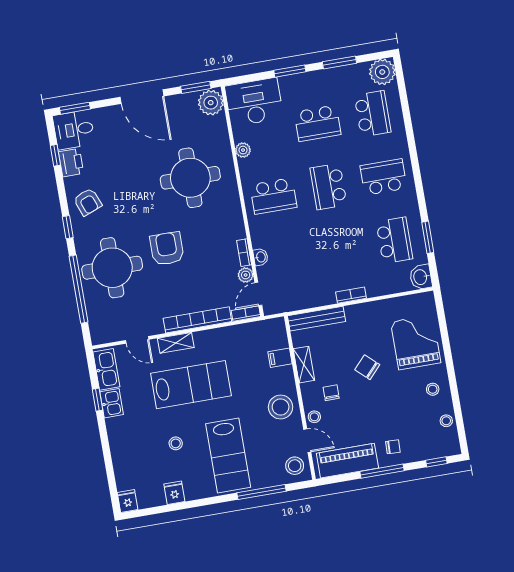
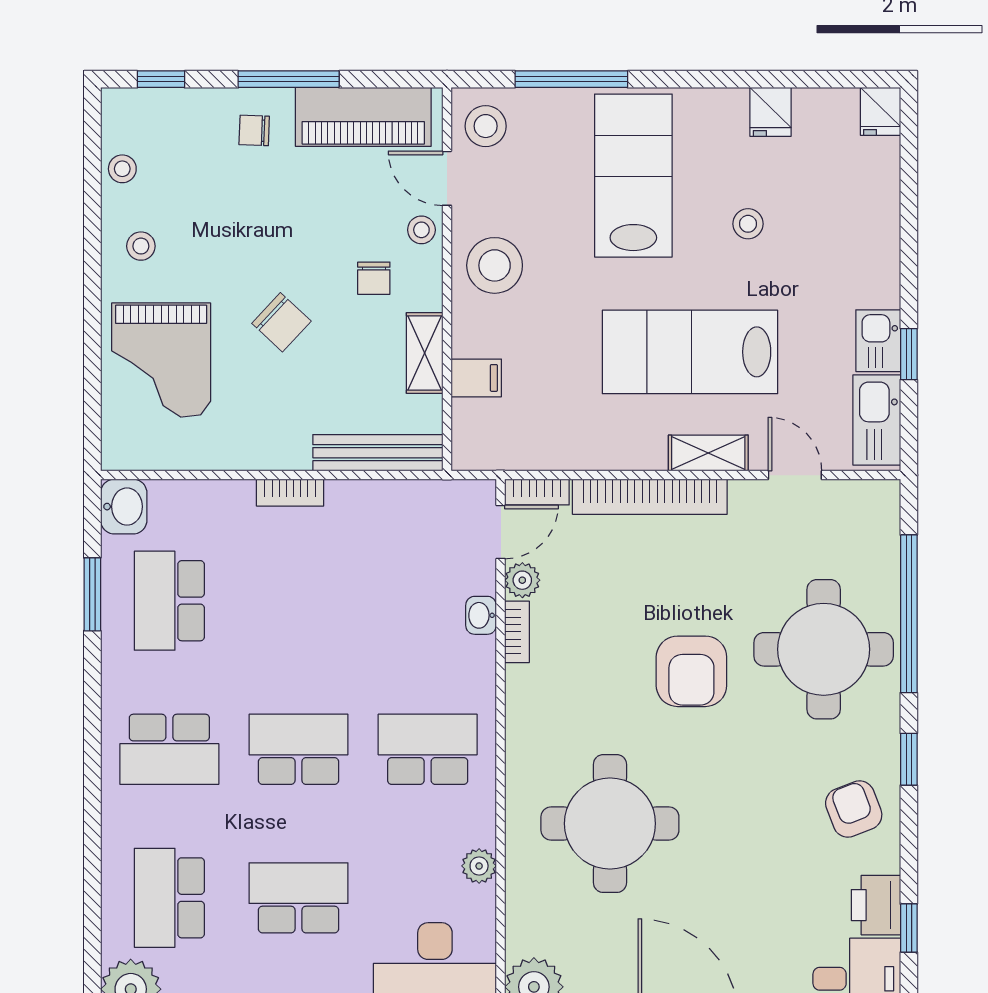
school desk: (328, 186) -> (298, 749), turned -90

